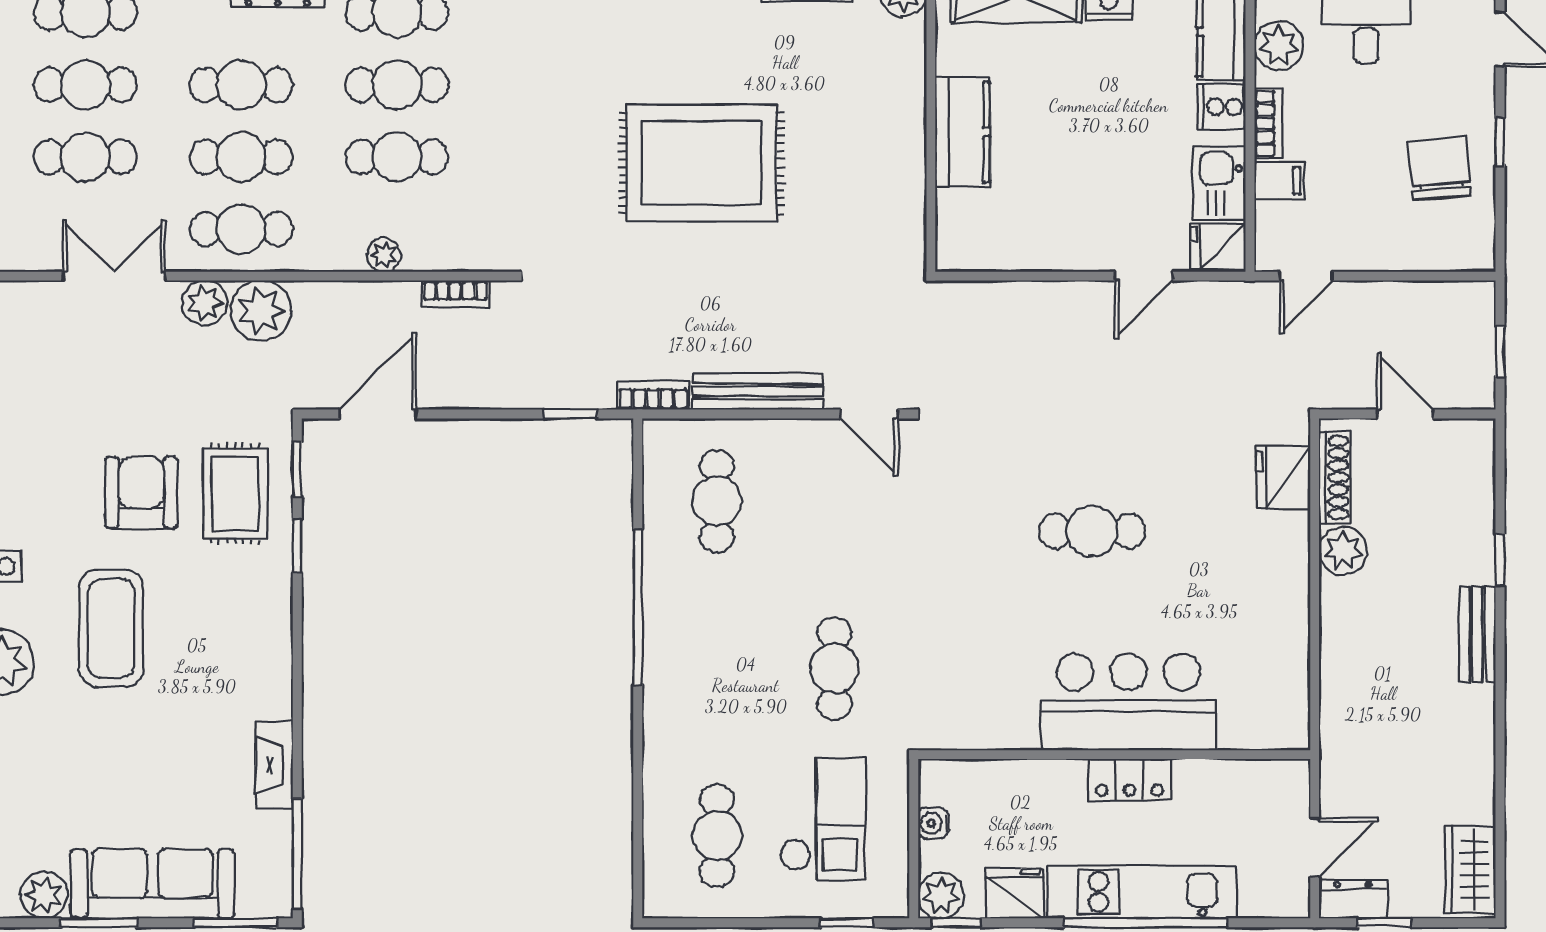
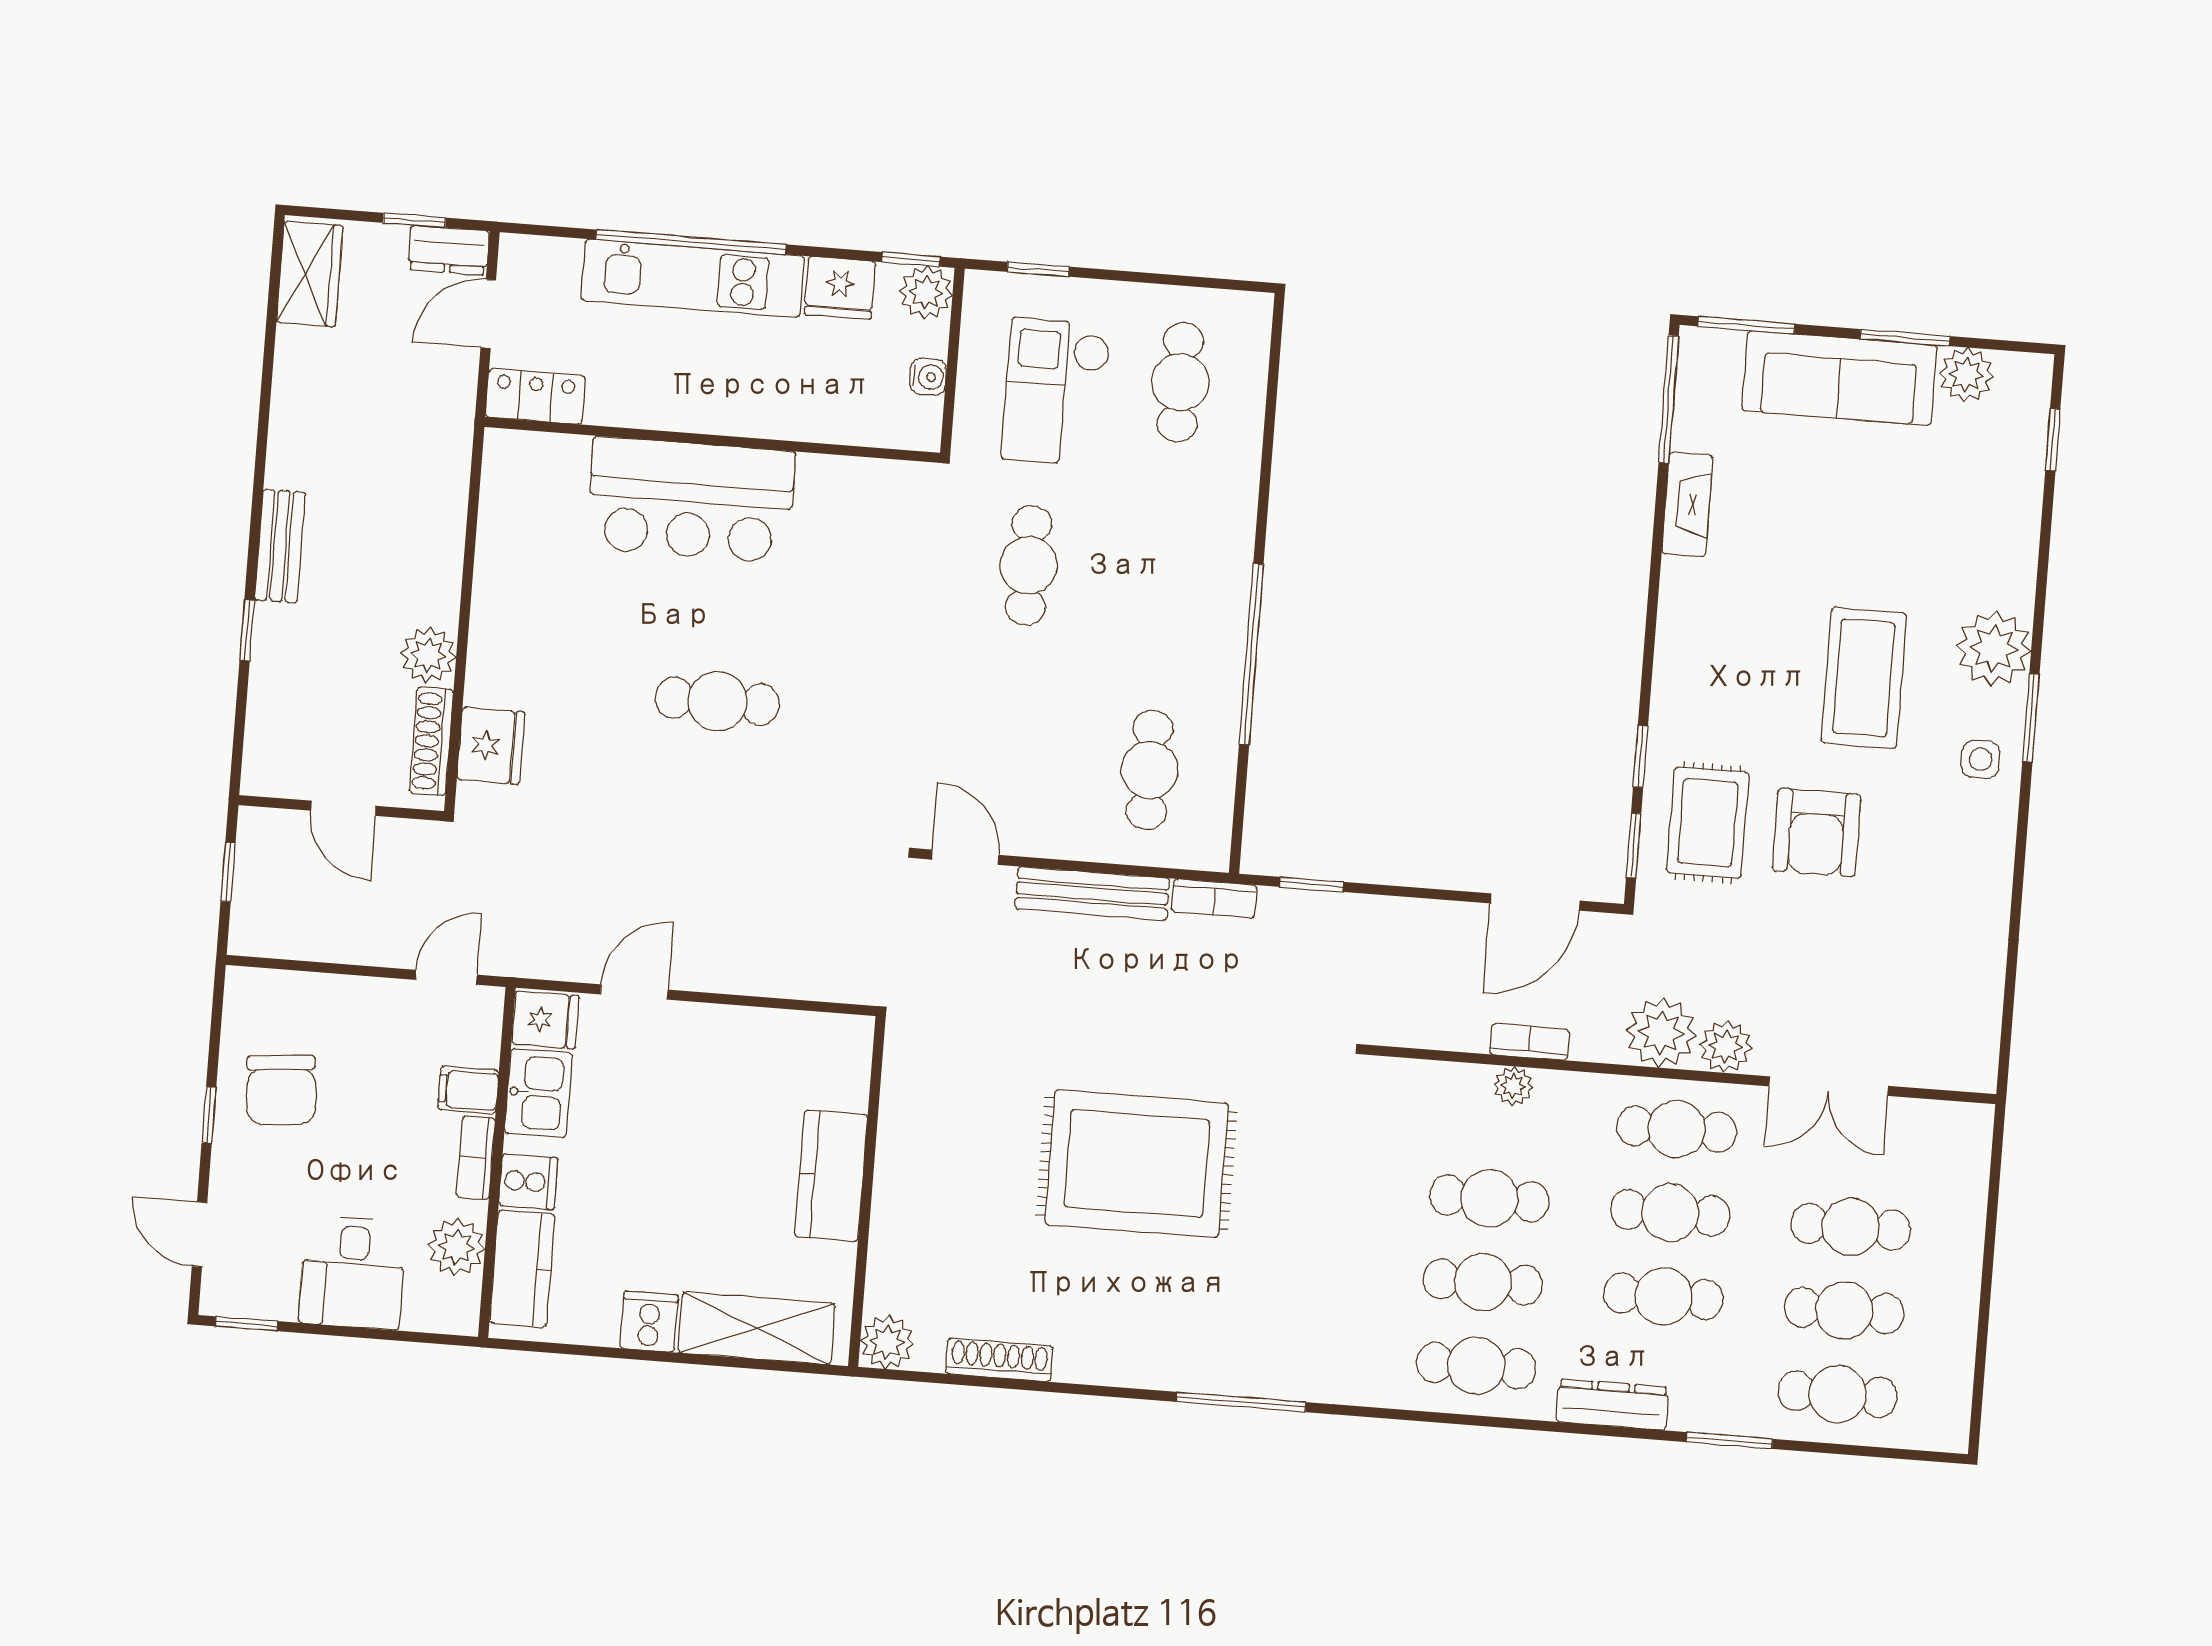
bookcase: (455, 294) -> (1529, 1042), moved
locker: (1130, 780) -> (535, 396), moved

